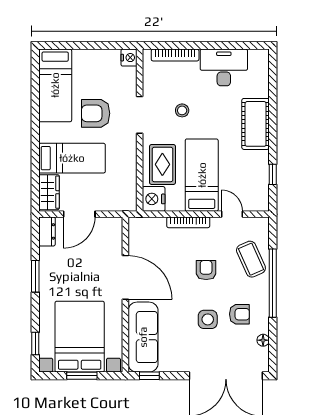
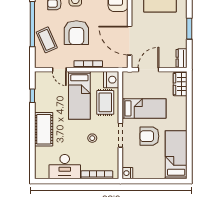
armchair: (96, 113) -> (149, 136), turned 180
bed: (72, 158) -> (144, 108), moved, turned 180
door: (79, 214) -> (148, 70), moved
armchair: (206, 270) -> (76, 33), width x1.88, depth x1.88
door: (125, 277) -> (130, 41), moved

